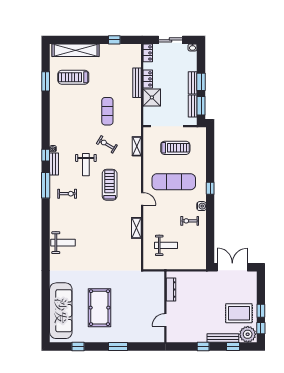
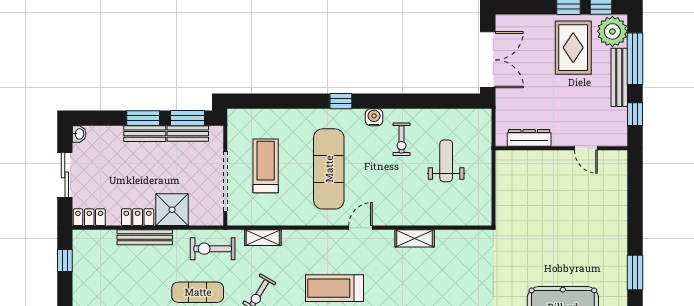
window: (114, 40) -> (65, 261), moved
exercise bike: (131, 119) -> (213, 249), added
weight bench: (166, 245) -> (446, 161), moved
double door: (232, 267) -> (488, 60), swing flipped
dresser: (171, 290) -> (529, 138), moved
wall: (165, 307) -> (561, 148), moved
door: (165, 320) -> (586, 148), moved
window: (233, 346) -> (635, 59), width x2.17

